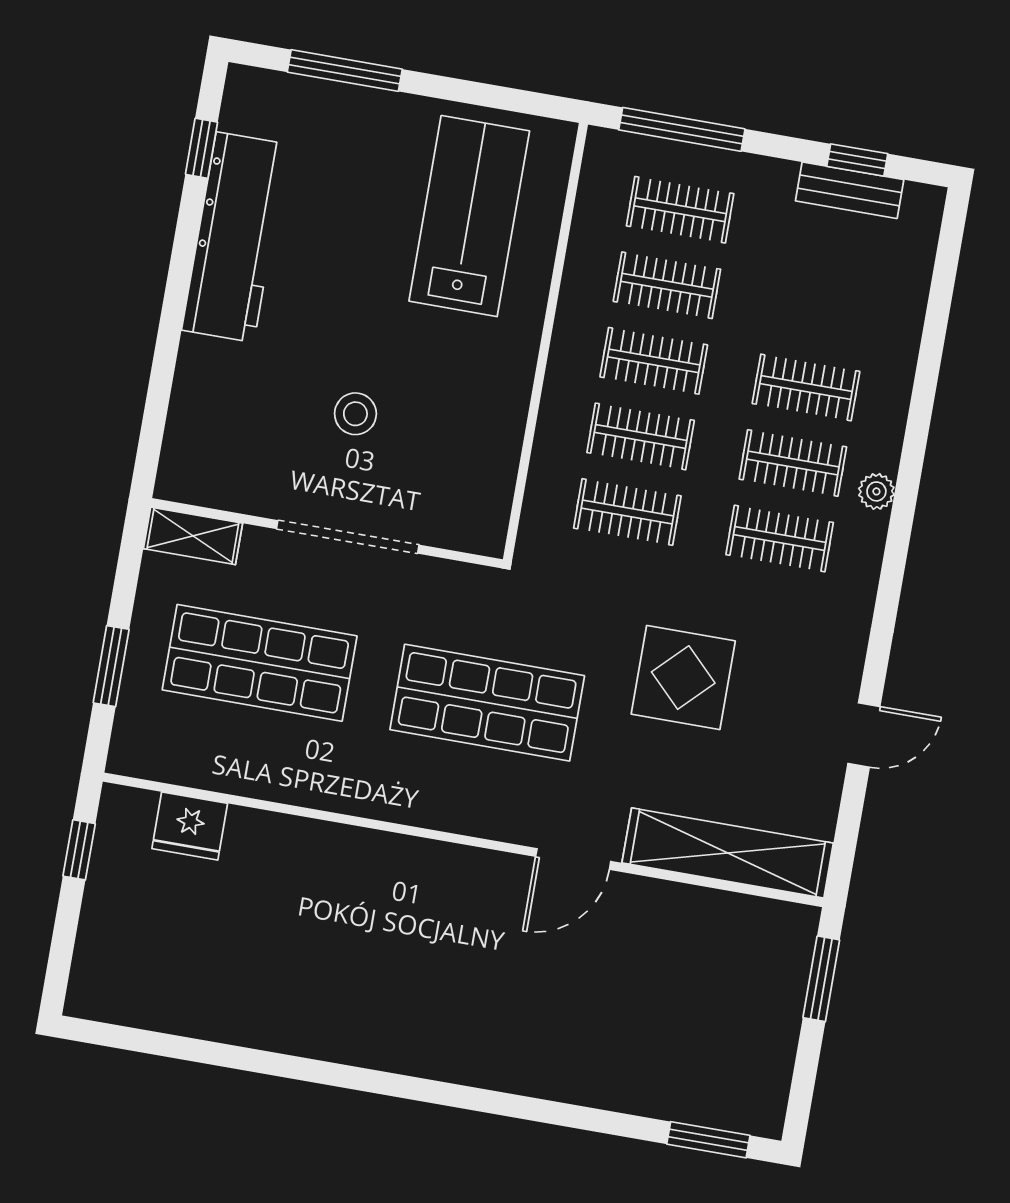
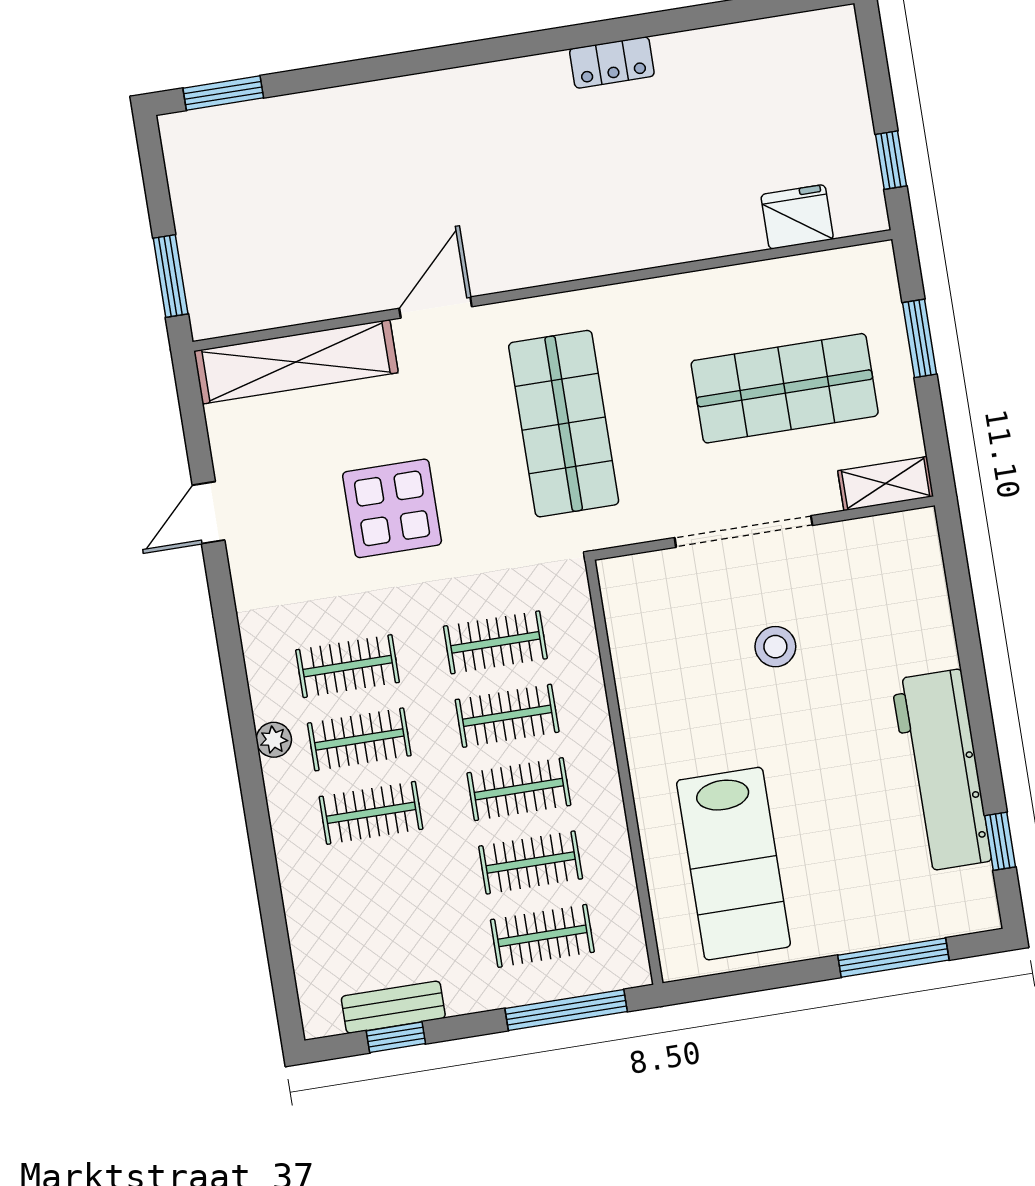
shop shelf: (487, 703) -> (564, 424), turned 90
locker: (319, 1039) -> (612, 62), added

